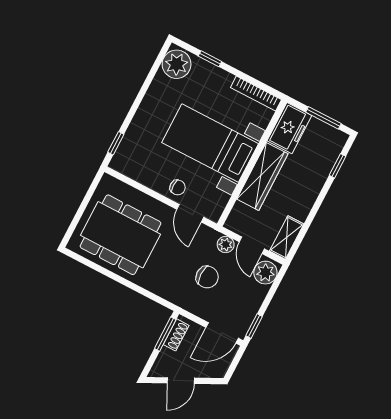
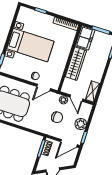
plant: (177, 64) -> (25, 16), removed
bed with nightstands: (210, 143) -> (30, 45), moved, turned 180
door: (190, 213) -> (44, 88), hinge flipped
plant: (265, 273) -> (81, 124), moved

